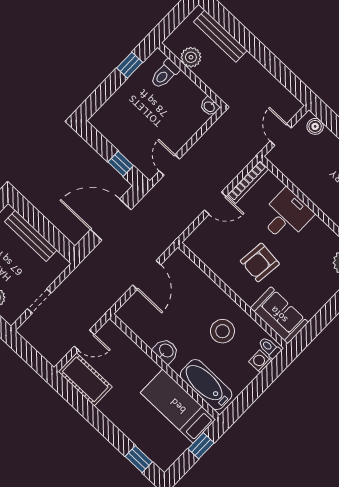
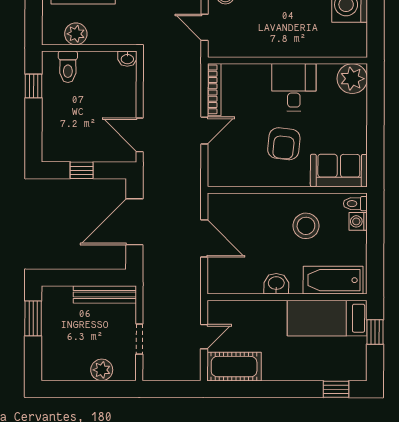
window: (121, 164) -> (82, 170), moved
door: (169, 165) -> (140, 135), width x1.38
desk: (286, 216) -> (294, 87), moved
bench: (31, 236) -> (105, 294), moved

